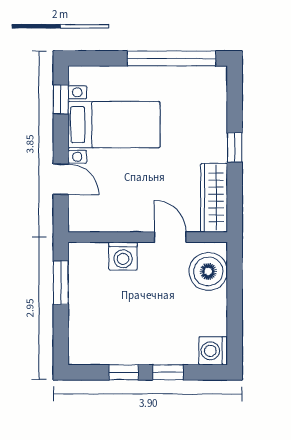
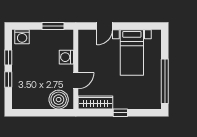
window: (61, 99) -> (144, 26), removed
washing machine: (213, 351) -> (22, 37), moved, turned 180

